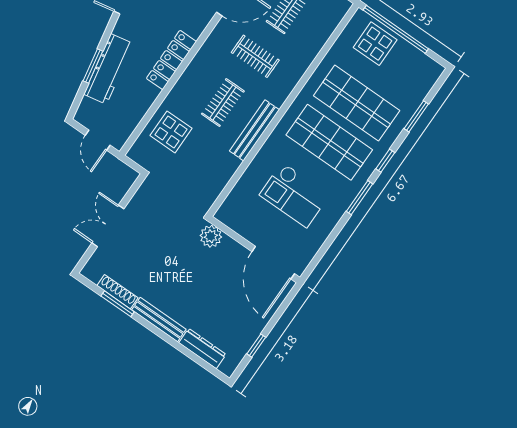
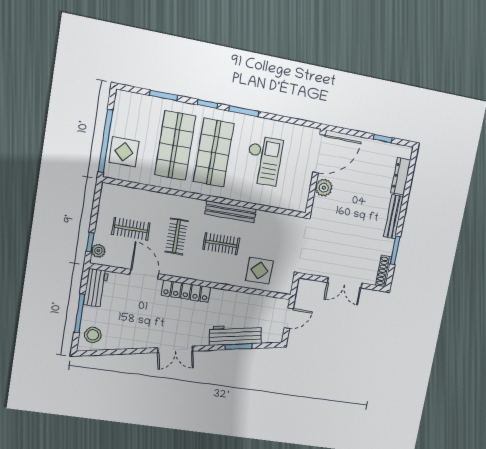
locker: (171, 60) -> (186, 291), moved
plant: (211, 236) -> (324, 188), moved
shoe rack: (117, 292) -> (384, 271), moved

